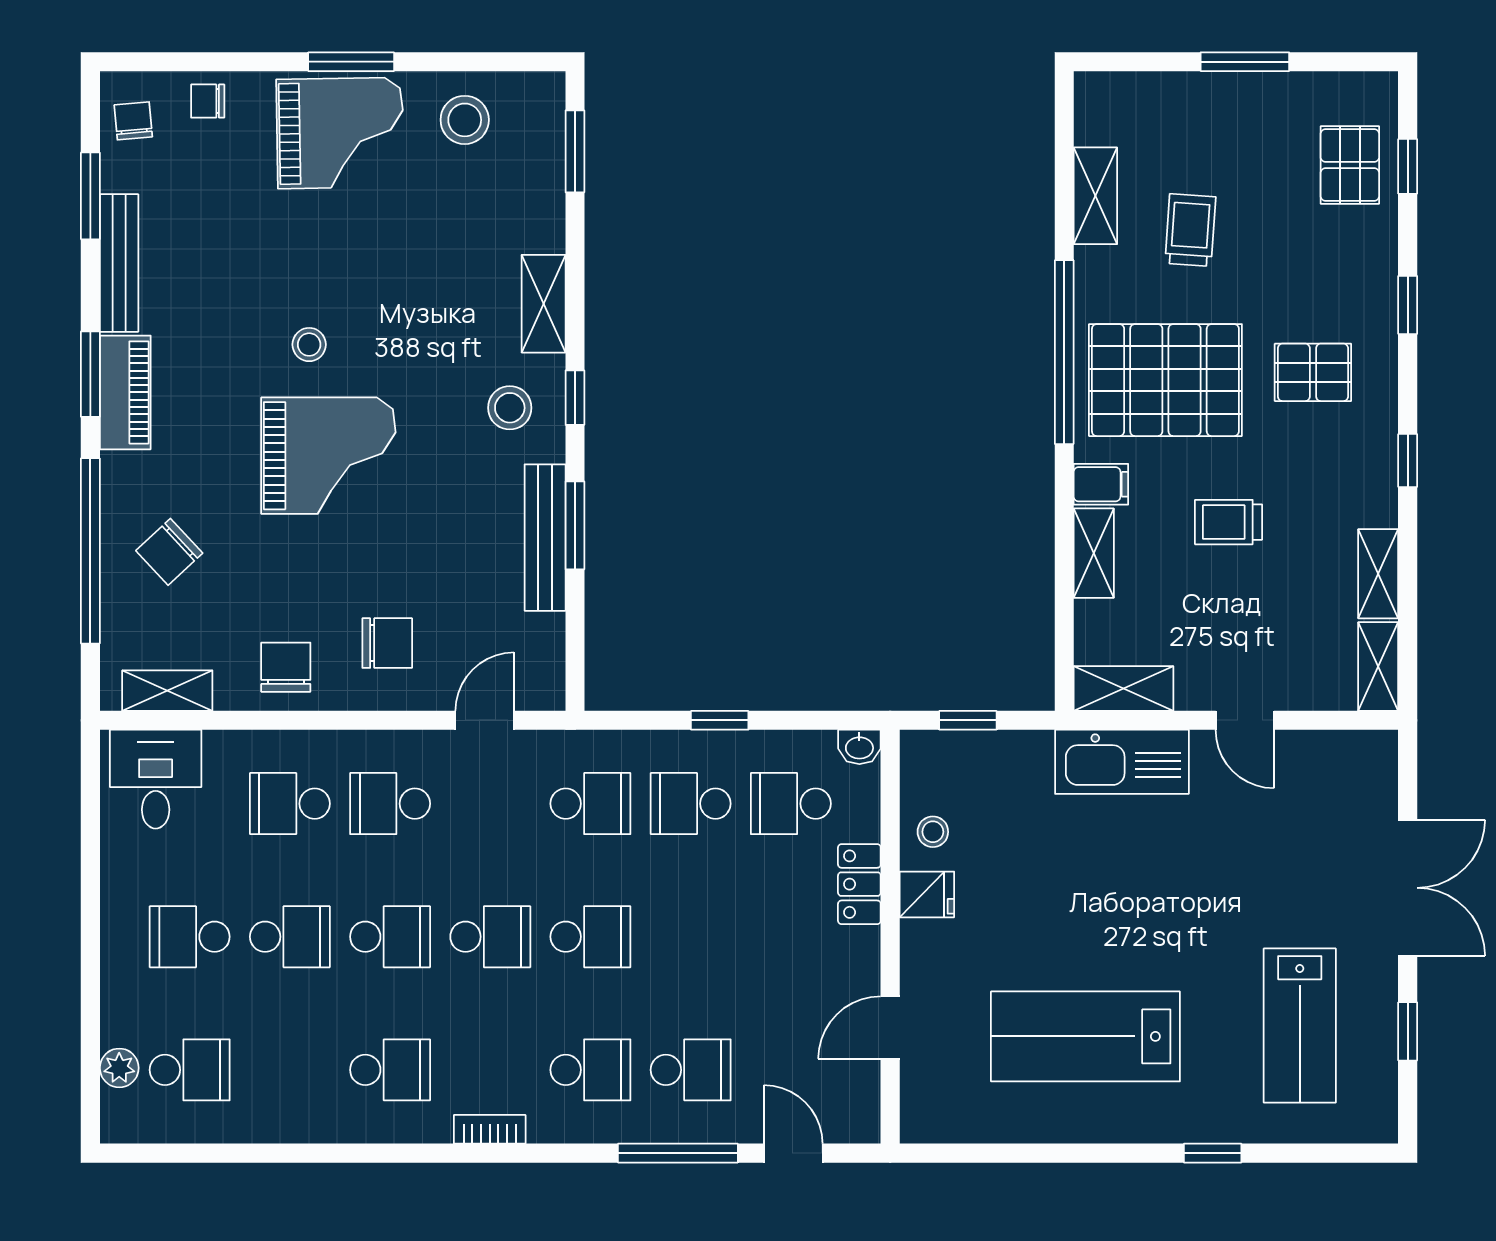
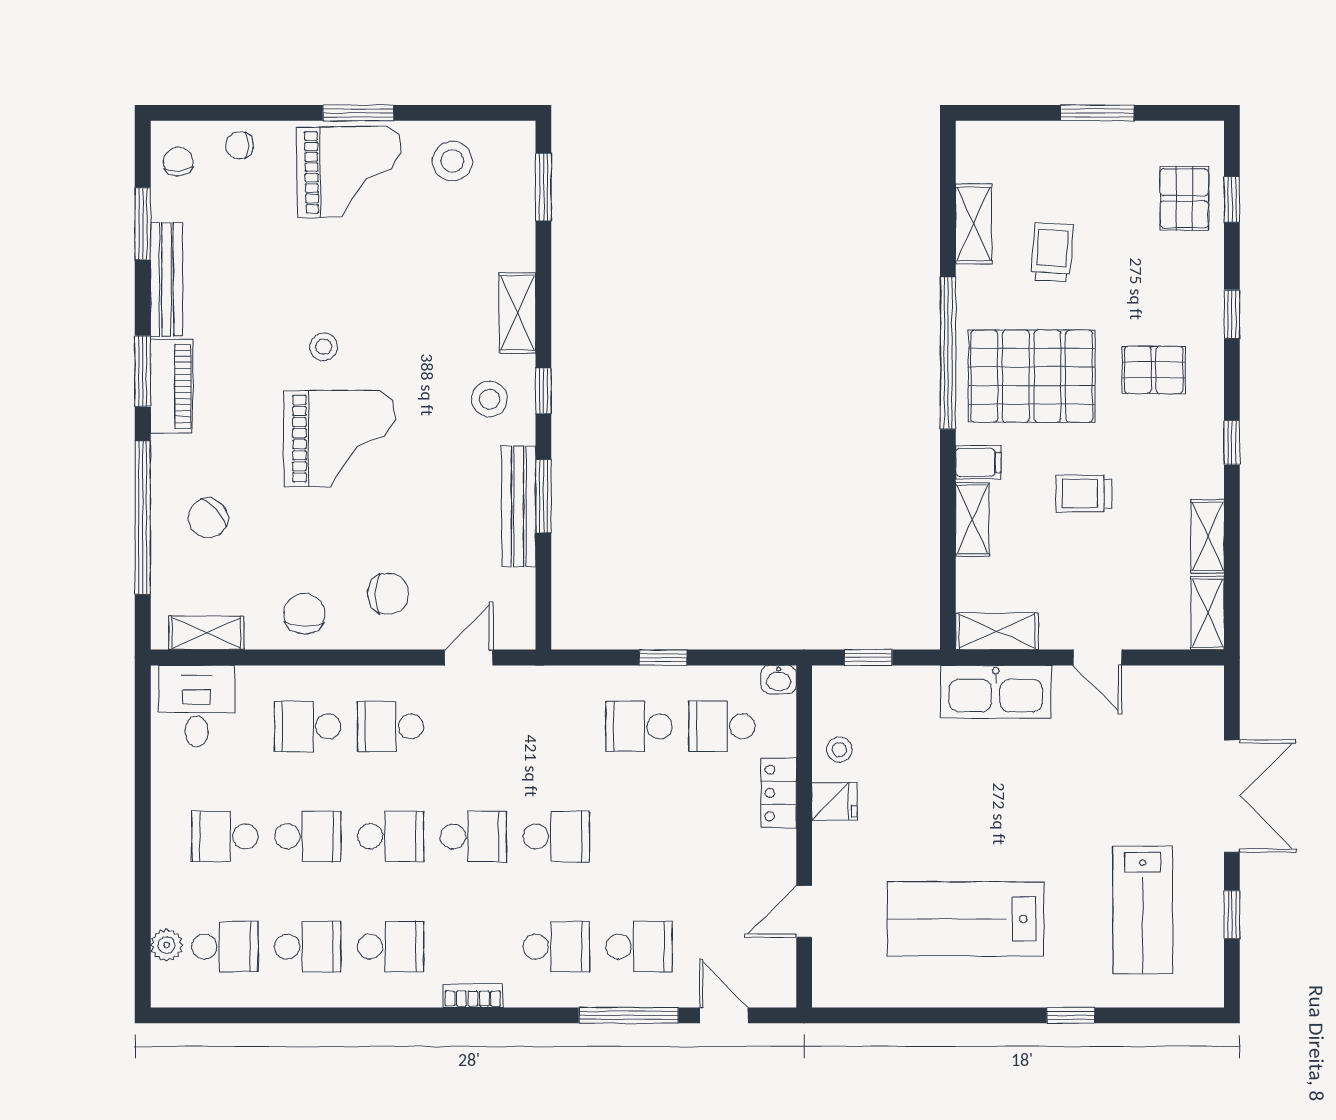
school desk: (590, 804) -> (308, 947), moved

